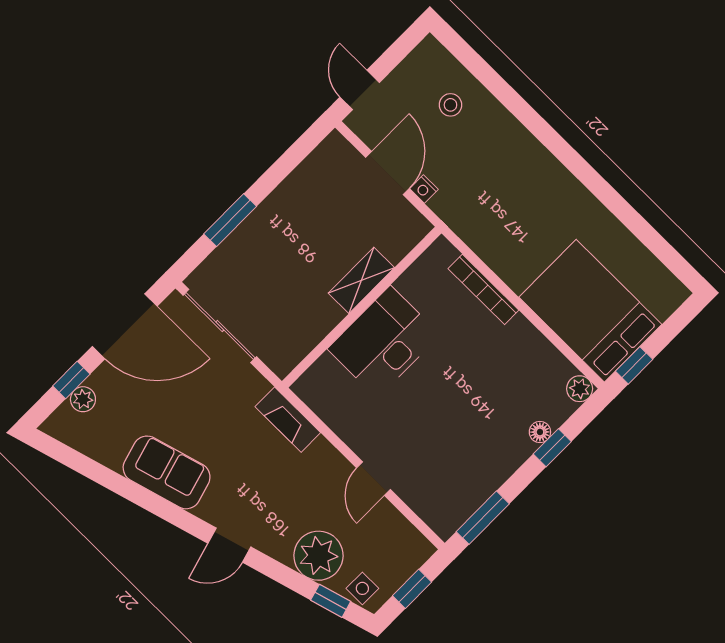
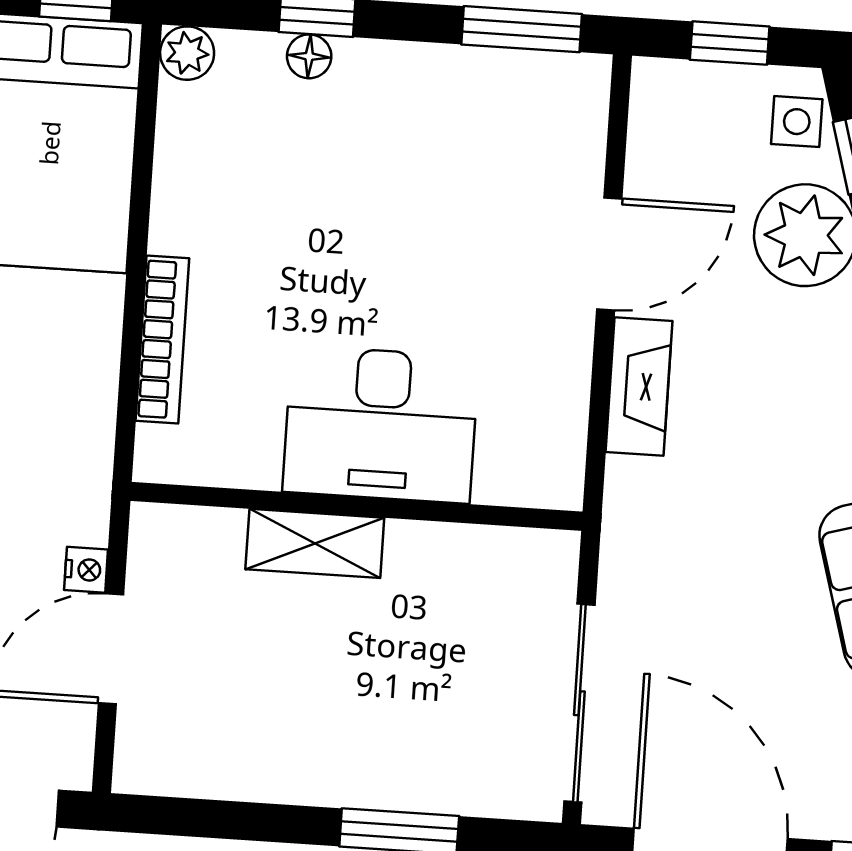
fireplace: (288, 420) -> (639, 386), moved
door: (374, 479) -> (609, 254), width x1.38

